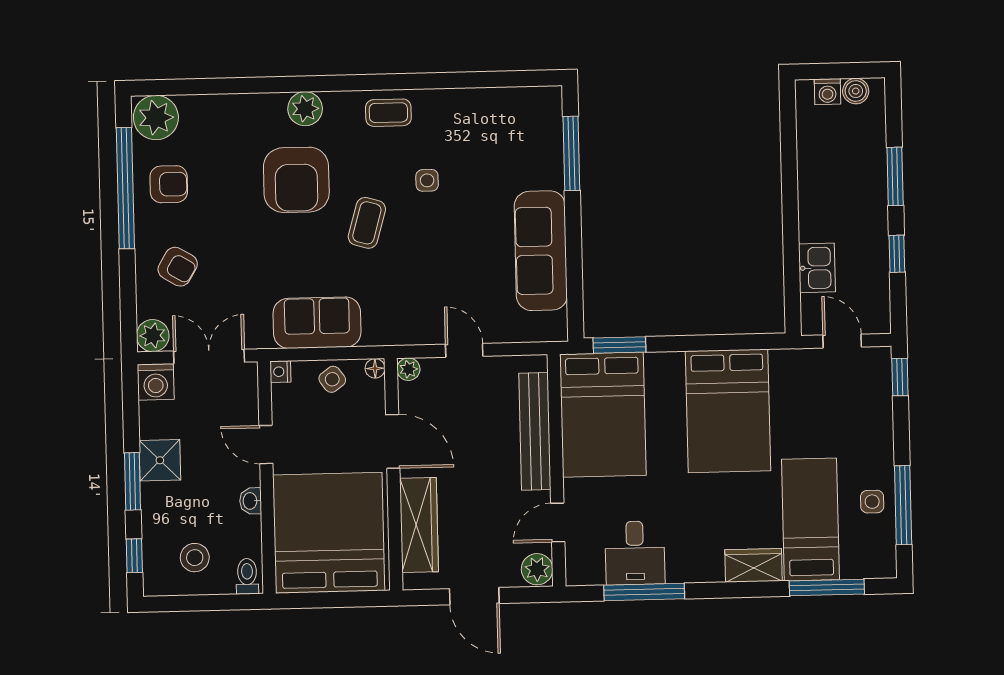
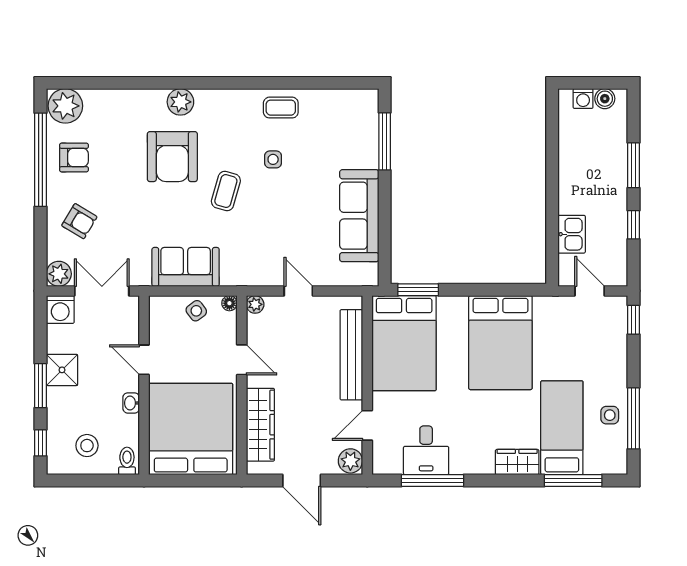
coffee table: (388, 113) -> (281, 108), moved
nightstand: (280, 372) -> (156, 304), removed
door: (393, 441) -> (242, 360), width x0.73

